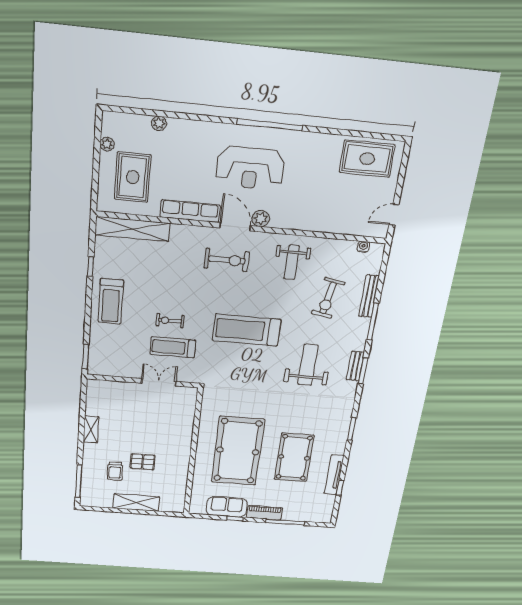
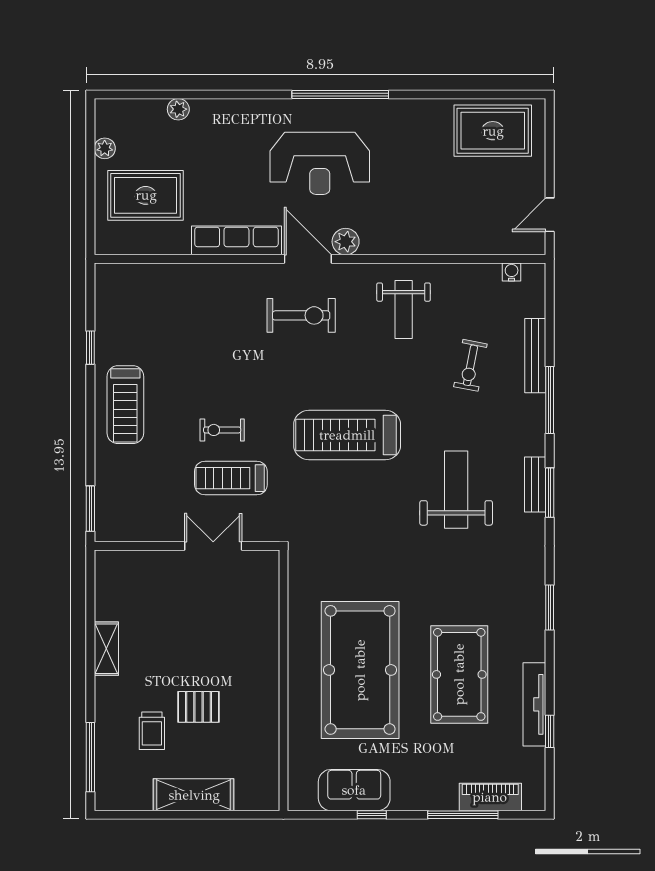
rug: (133, 177) -> (146, 195), turned 90
shelving: (132, 229) -> (151, 278), removed
exercise bike: (328, 298) -> (470, 365), width x0.73, depth x0.72
piano: (264, 513) -> (490, 797), moved

